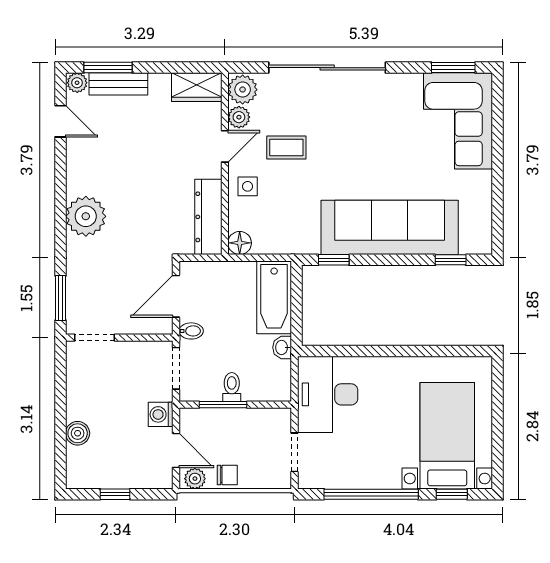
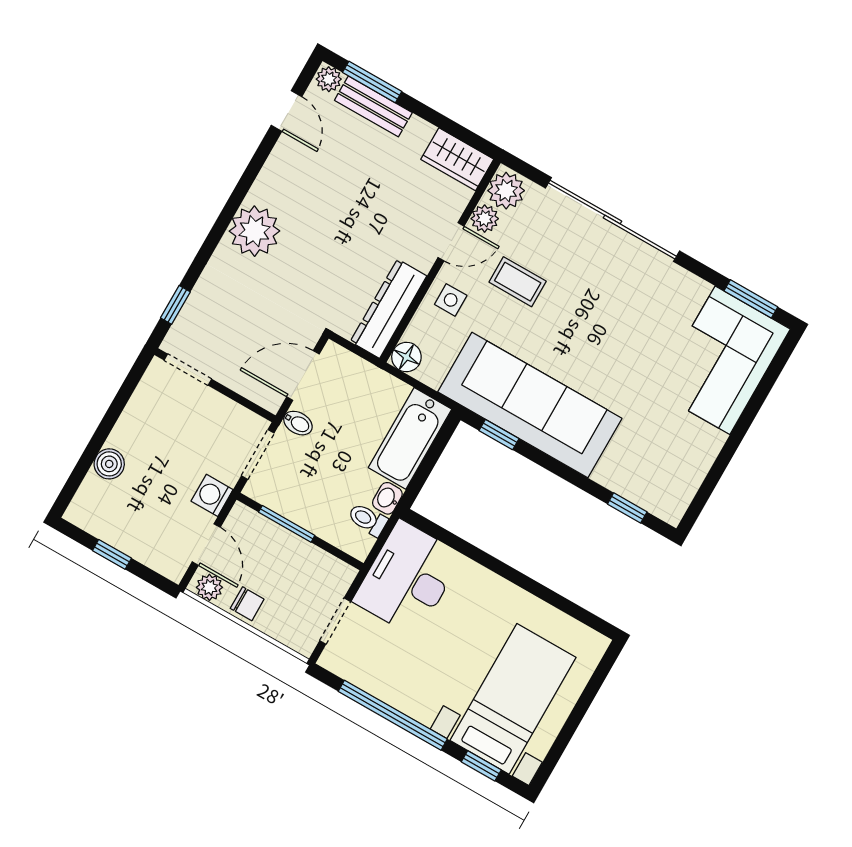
sofa: (390, 227) -> (530, 405), moved
window: (60, 298) -> (175, 305), width x0.67
toilet: (232, 387) -> (368, 520), moved, turned -90

